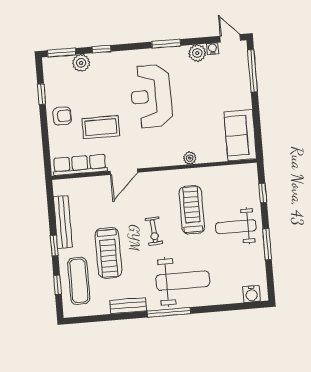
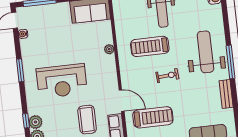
plant: (197, 53) -> (35, 122), moved
treadmill: (108, 253) -> (153, 117), moved

